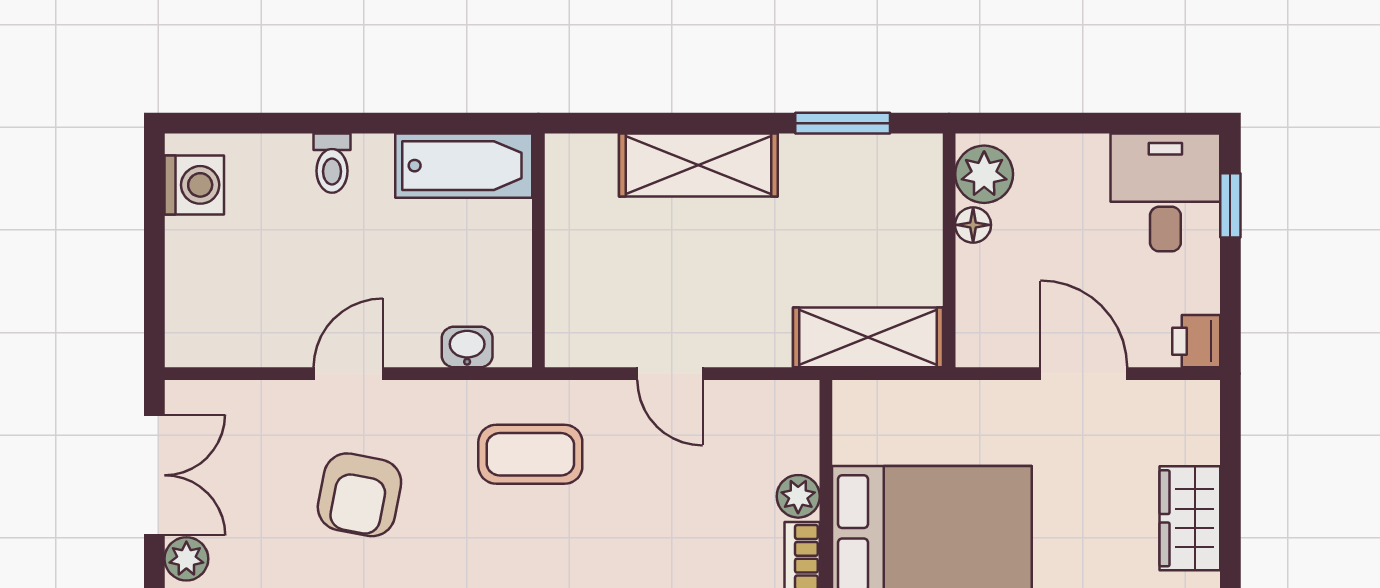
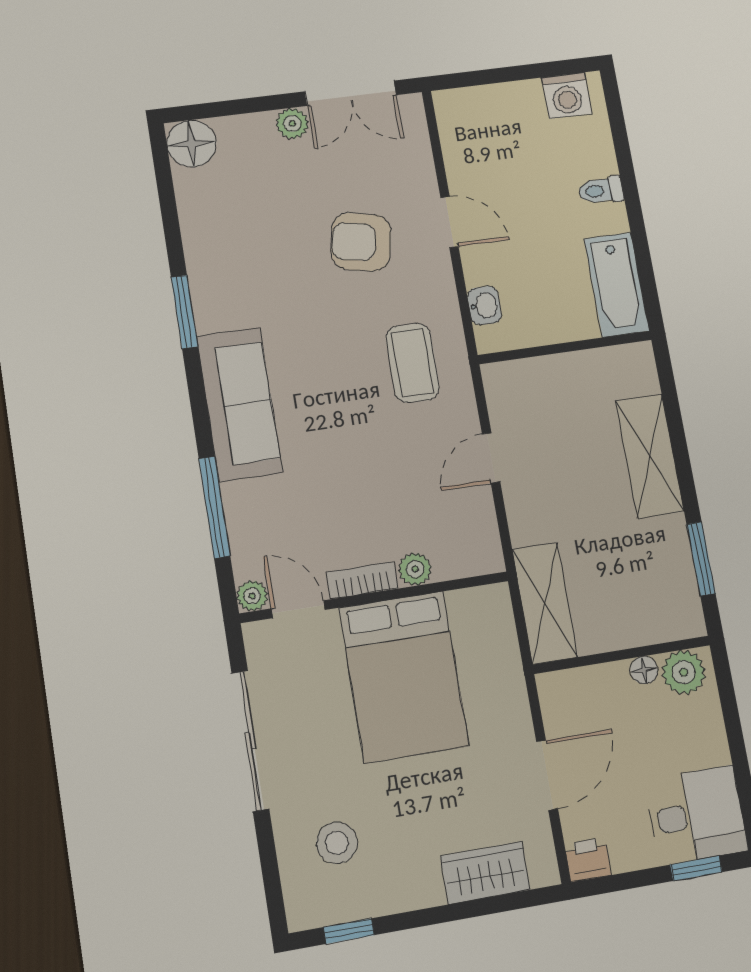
wardrobe: (1190, 518) -> (485, 873), moved

